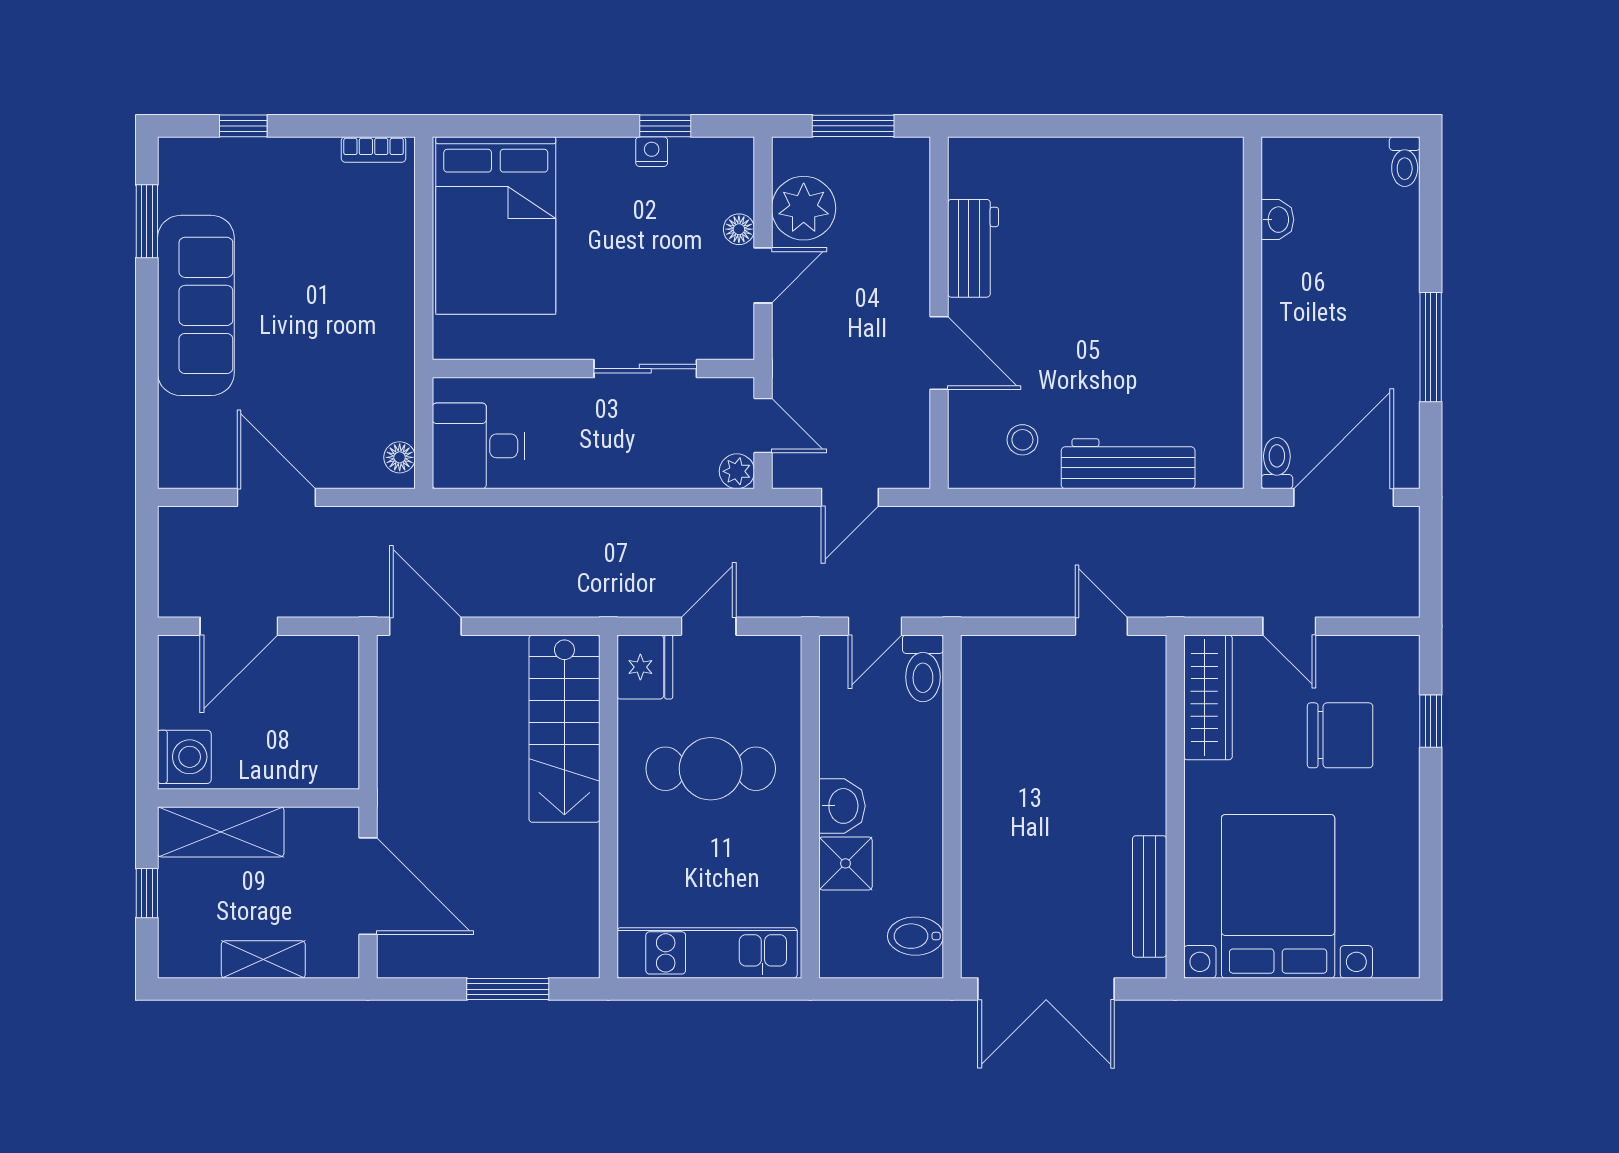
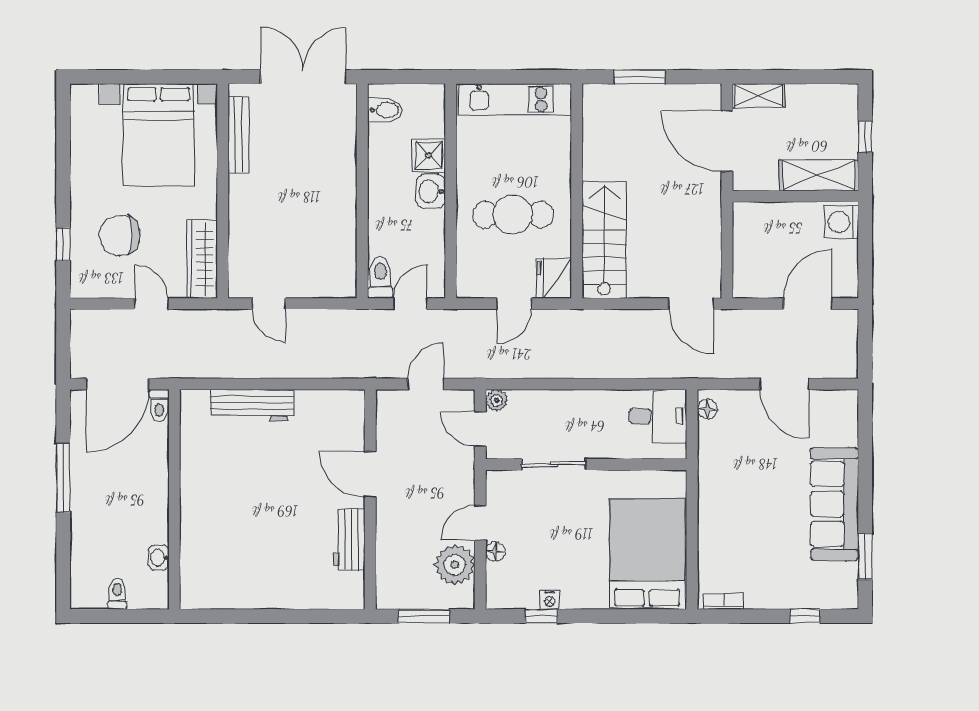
toilet: (1405, 162) -> (117, 594), moved
stool: (1022, 440) -> (318, 420), removed
shelving: (263, 959) -> (758, 95), moved

